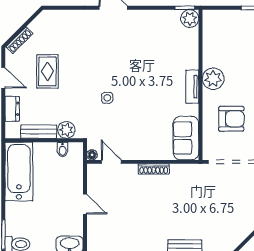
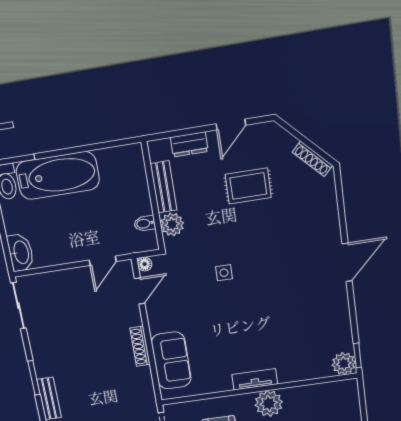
shoe rack: (19, 40) -> (312, 159), moved
sofa: (186, 138) -> (171, 361), moved, turned 90
bathtub: (19, 172) -> (58, 176), moved
door: (85, 204) -> (103, 261), moved

